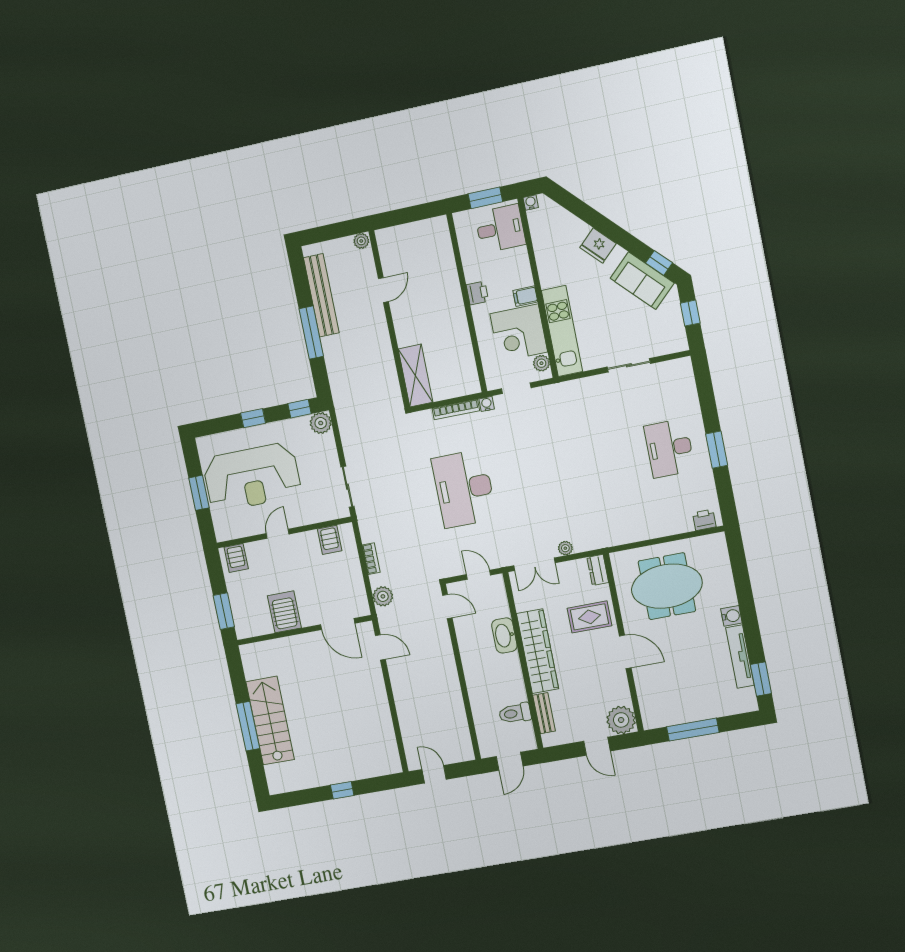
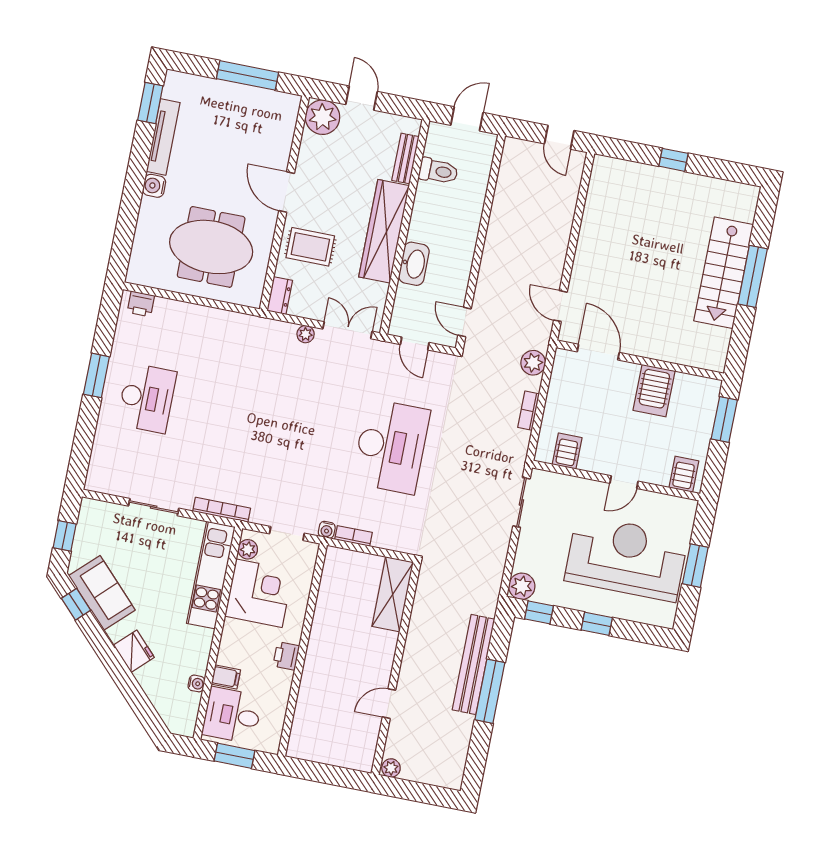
water cooler: (531, 203) -> (196, 683), moved, turned -90
bench: (321, 295) -> (474, 664), moved
filing cabinet: (525, 296) -> (226, 677), moved
bookcase: (575, 385) -> (222, 510), added
bookcase: (456, 410) -> (354, 536), width x0.64

